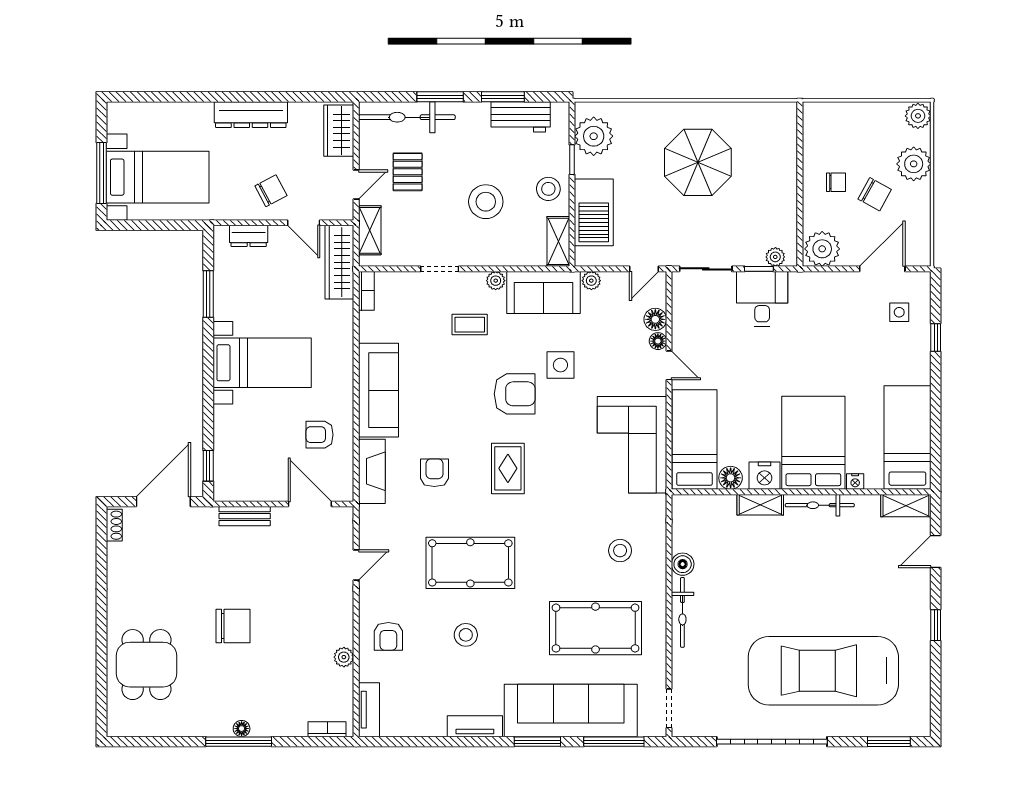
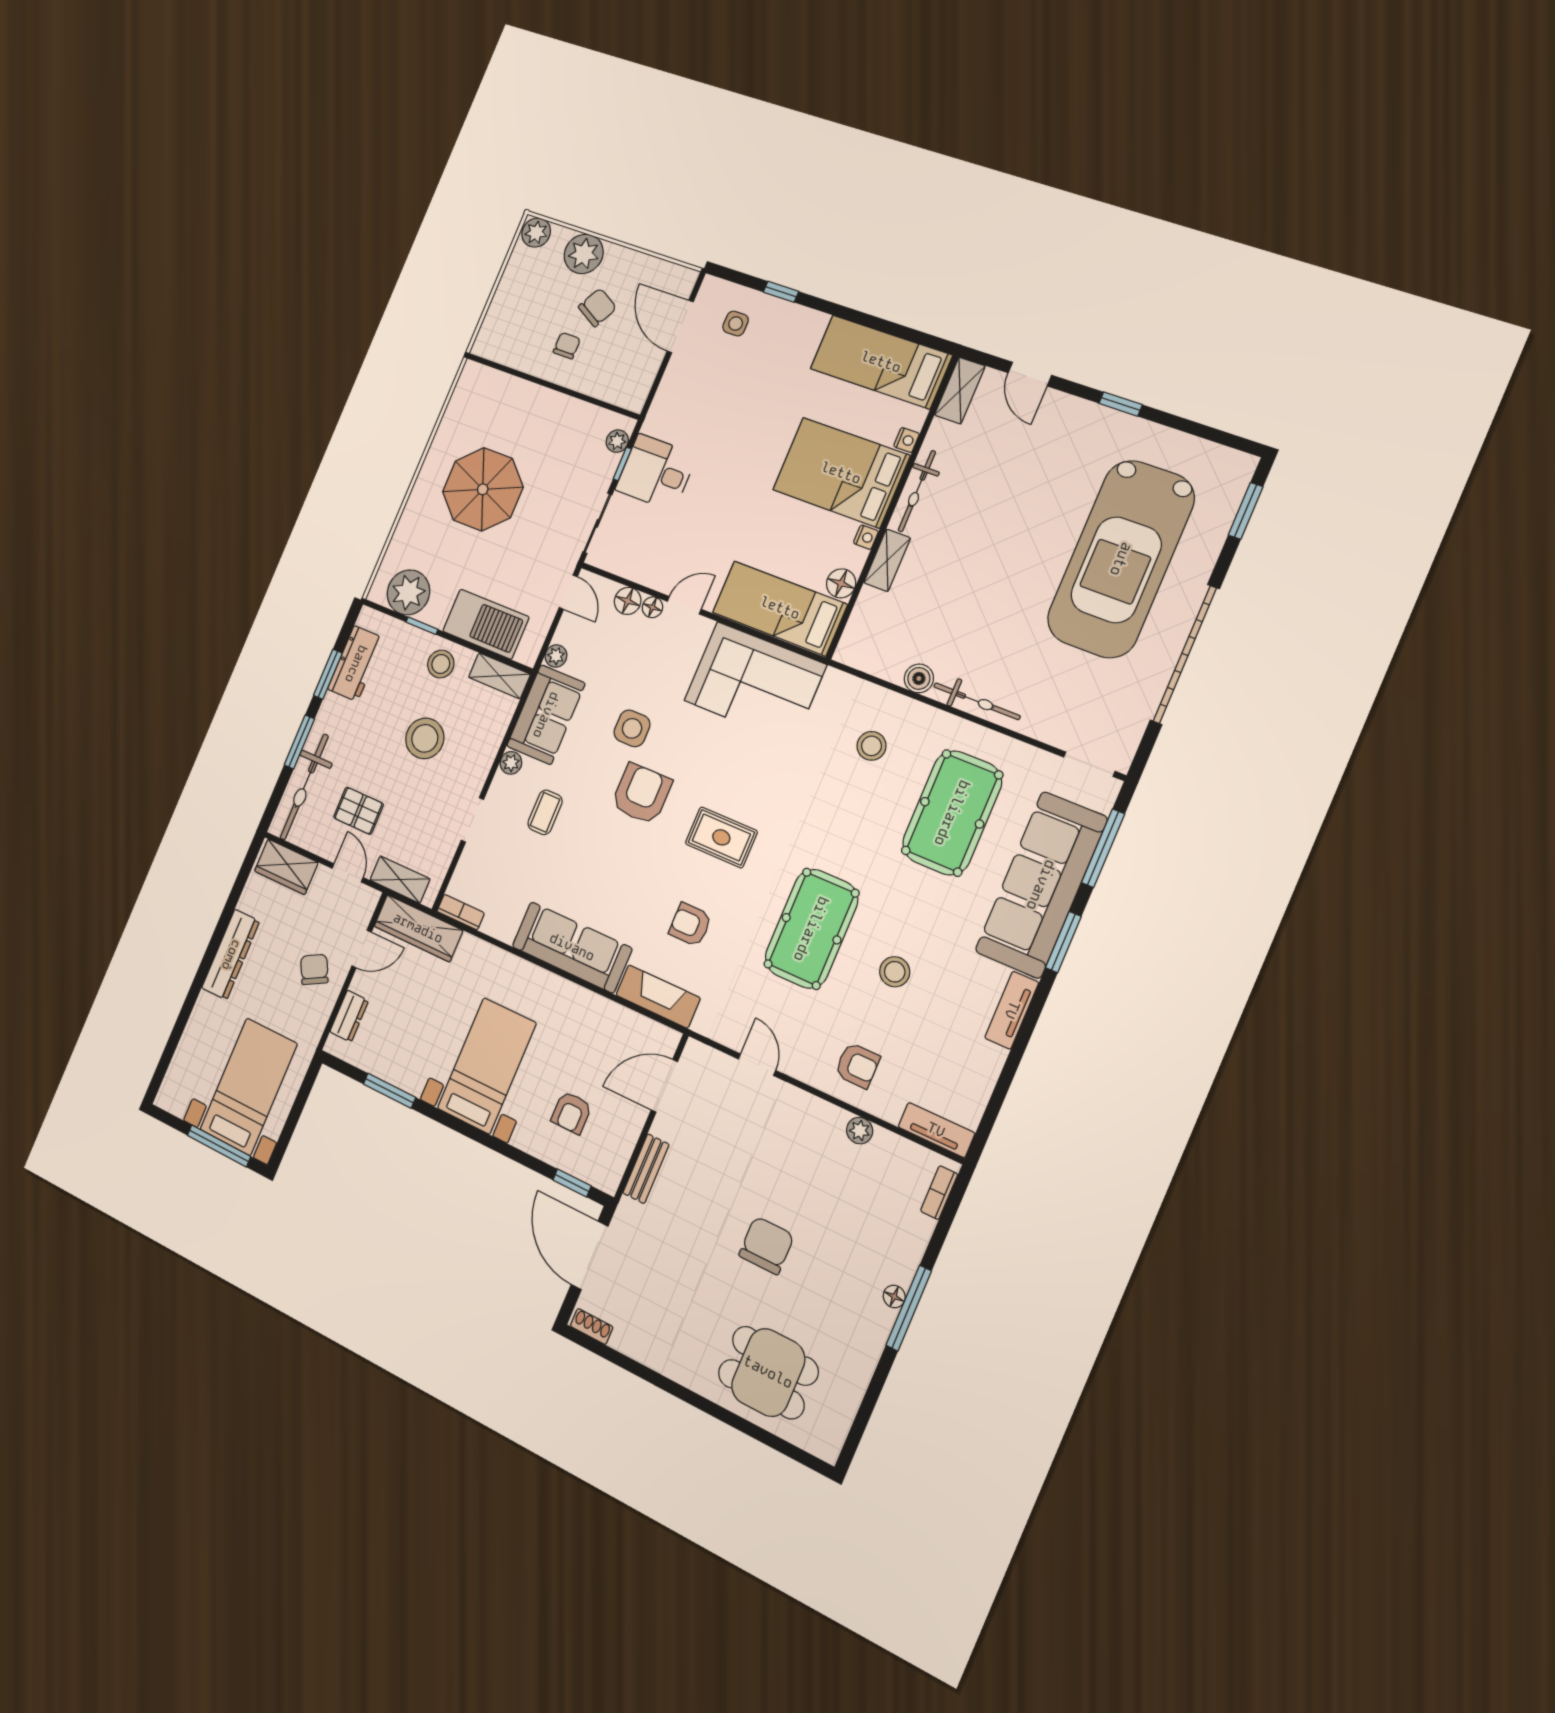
plant: (822, 249) -> (631, 386), removed
armchair: (320, 435) -> (571, 1113), moved
nightstand: (765, 476) -> (866, 537), width x0.53, depth x0.56

